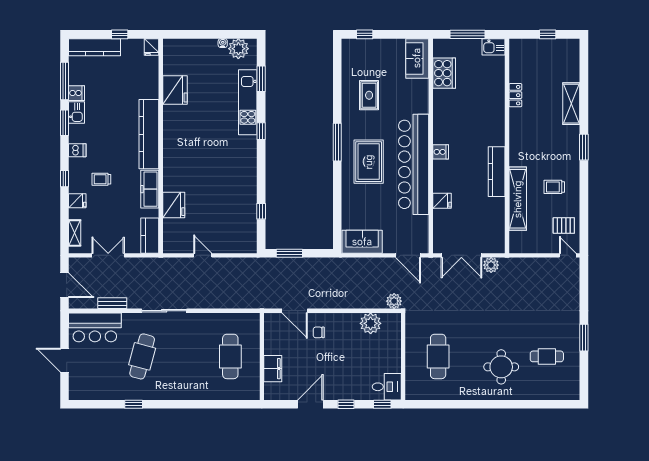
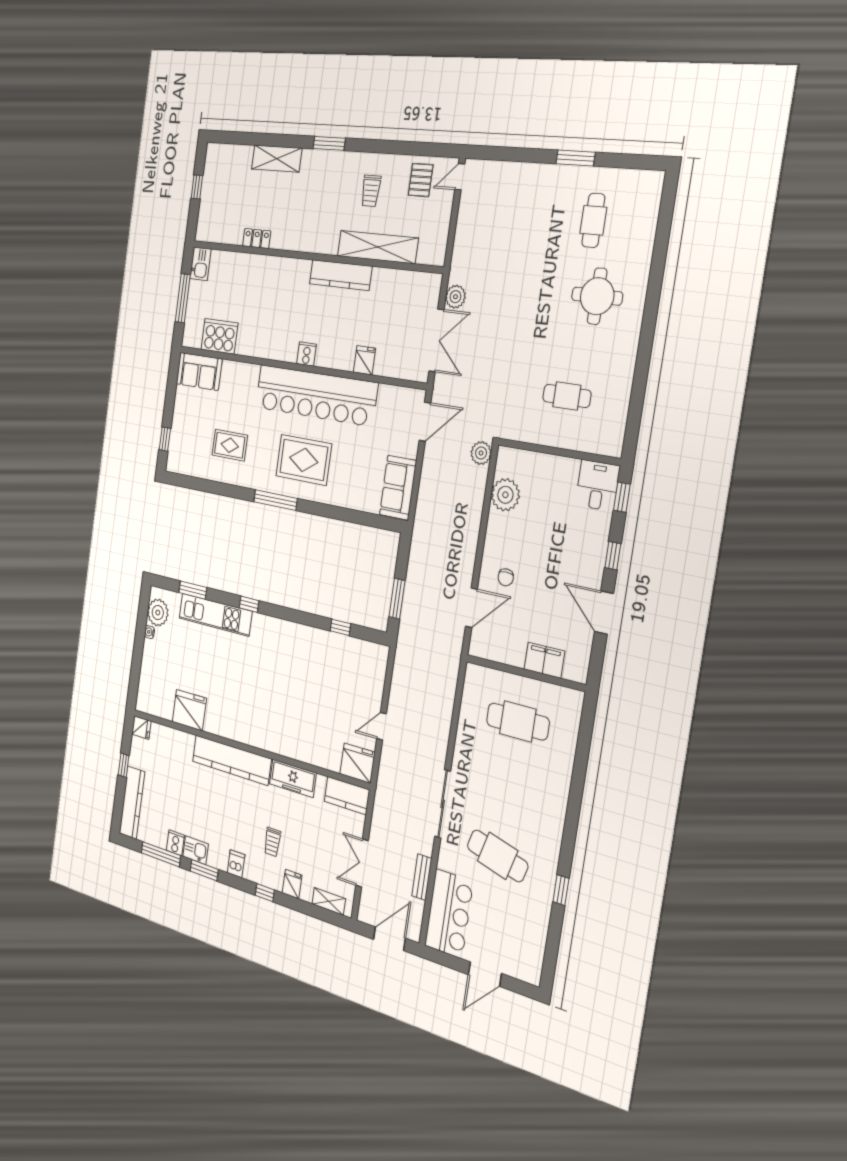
fridge: (174, 205) -> (357, 763), moved
cafe table: (438, 356) -> (567, 396), width x0.73, depth x0.74

